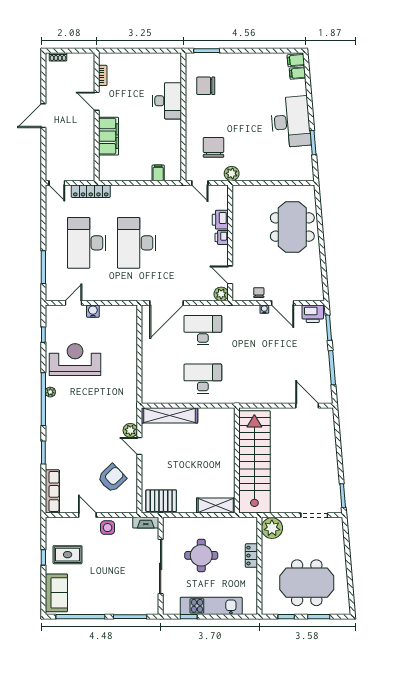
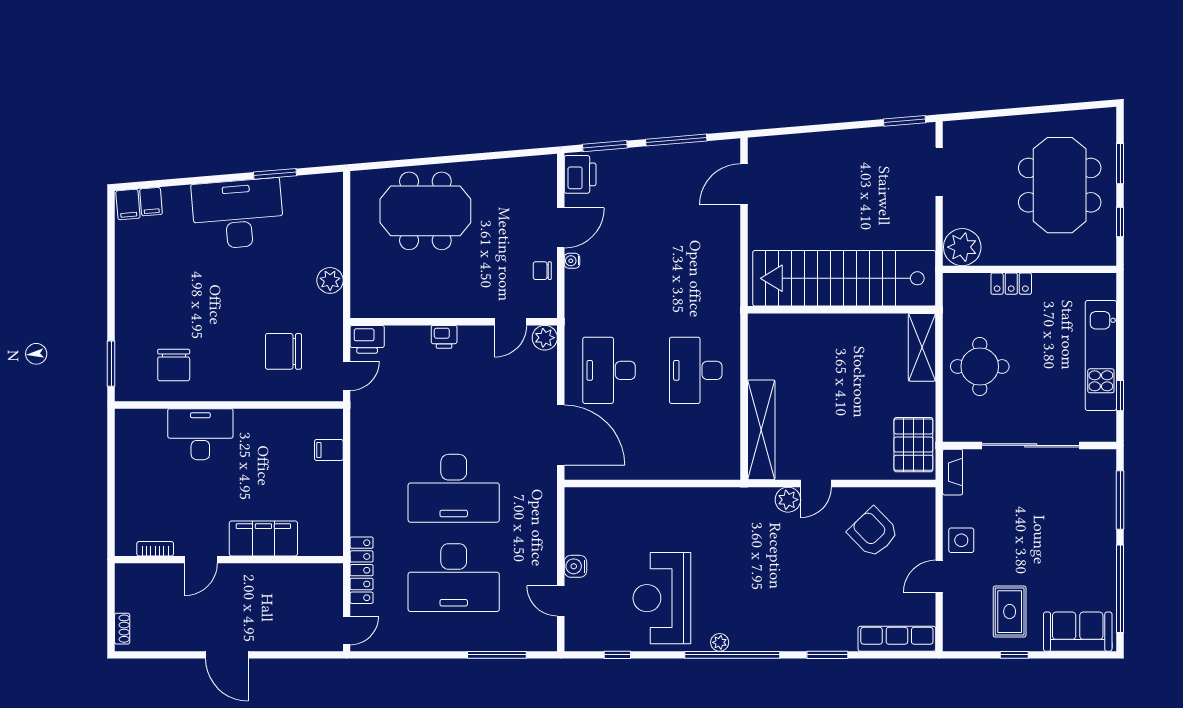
plant: (232, 173) -> (330, 280), moved
printer: (220, 220) -> (367, 339), moved
round table: (201, 555) -> (980, 366), moved

